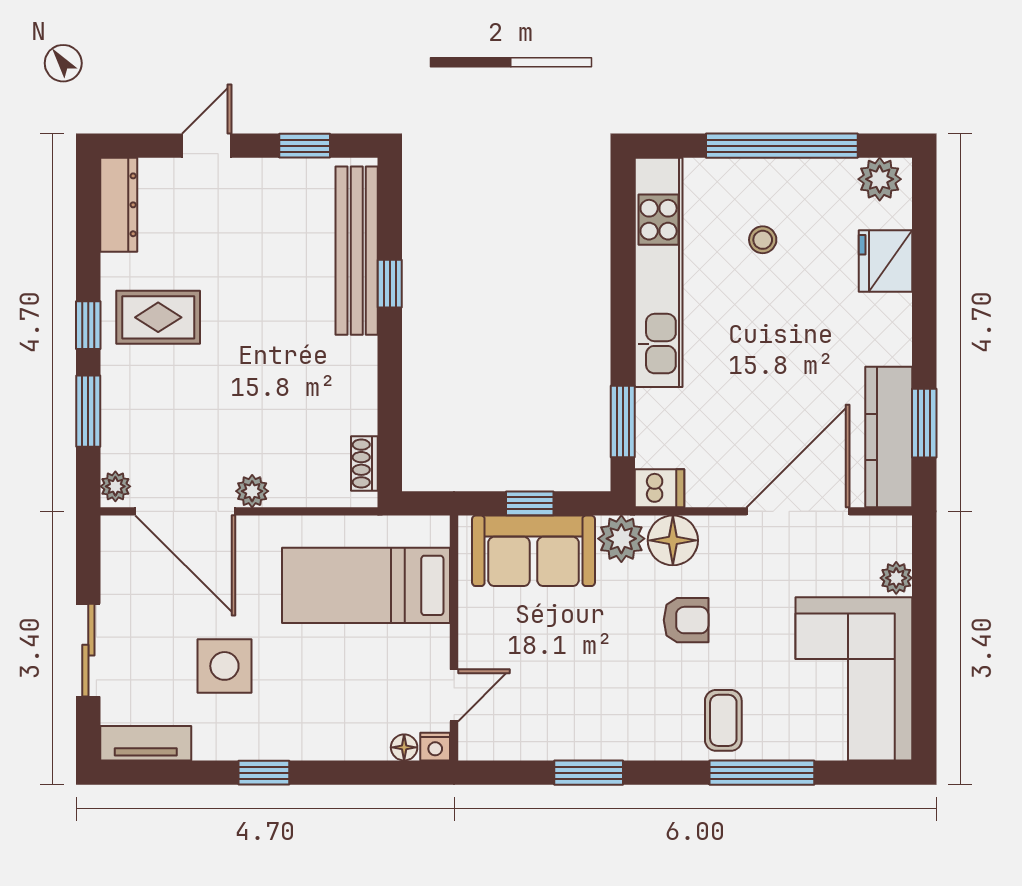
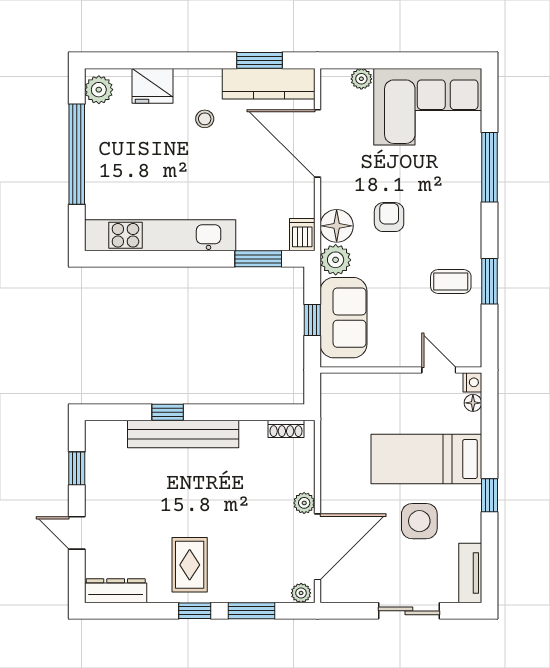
stool: (763, 240) -> (205, 119), moved
bench: (357, 251) -> (183, 434), moved
bed: (366, 585) -> (426, 459), moved, turned 90
coffee table: (723, 720) -> (451, 282), moved

